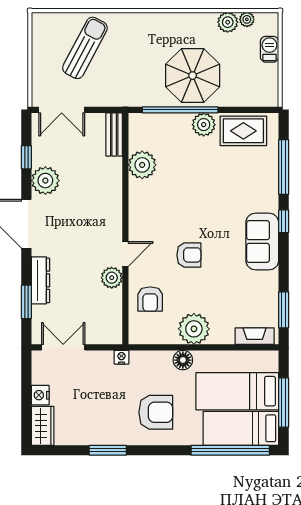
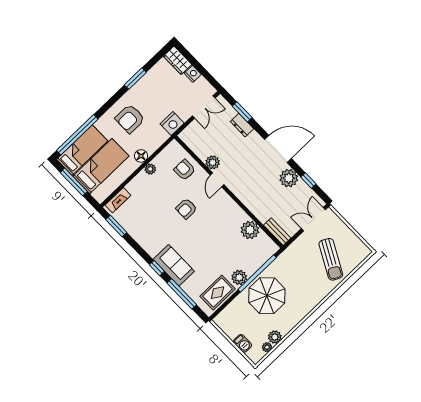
sofa: (262, 242) -> (174, 265), moved
dresser: (41, 280) -> (242, 125), width x0.70
plant: (194, 329) -> (150, 169), width x0.53, depth x0.53
nightstand: (122, 357) -> (172, 124), width x1.89, depth x1.79

